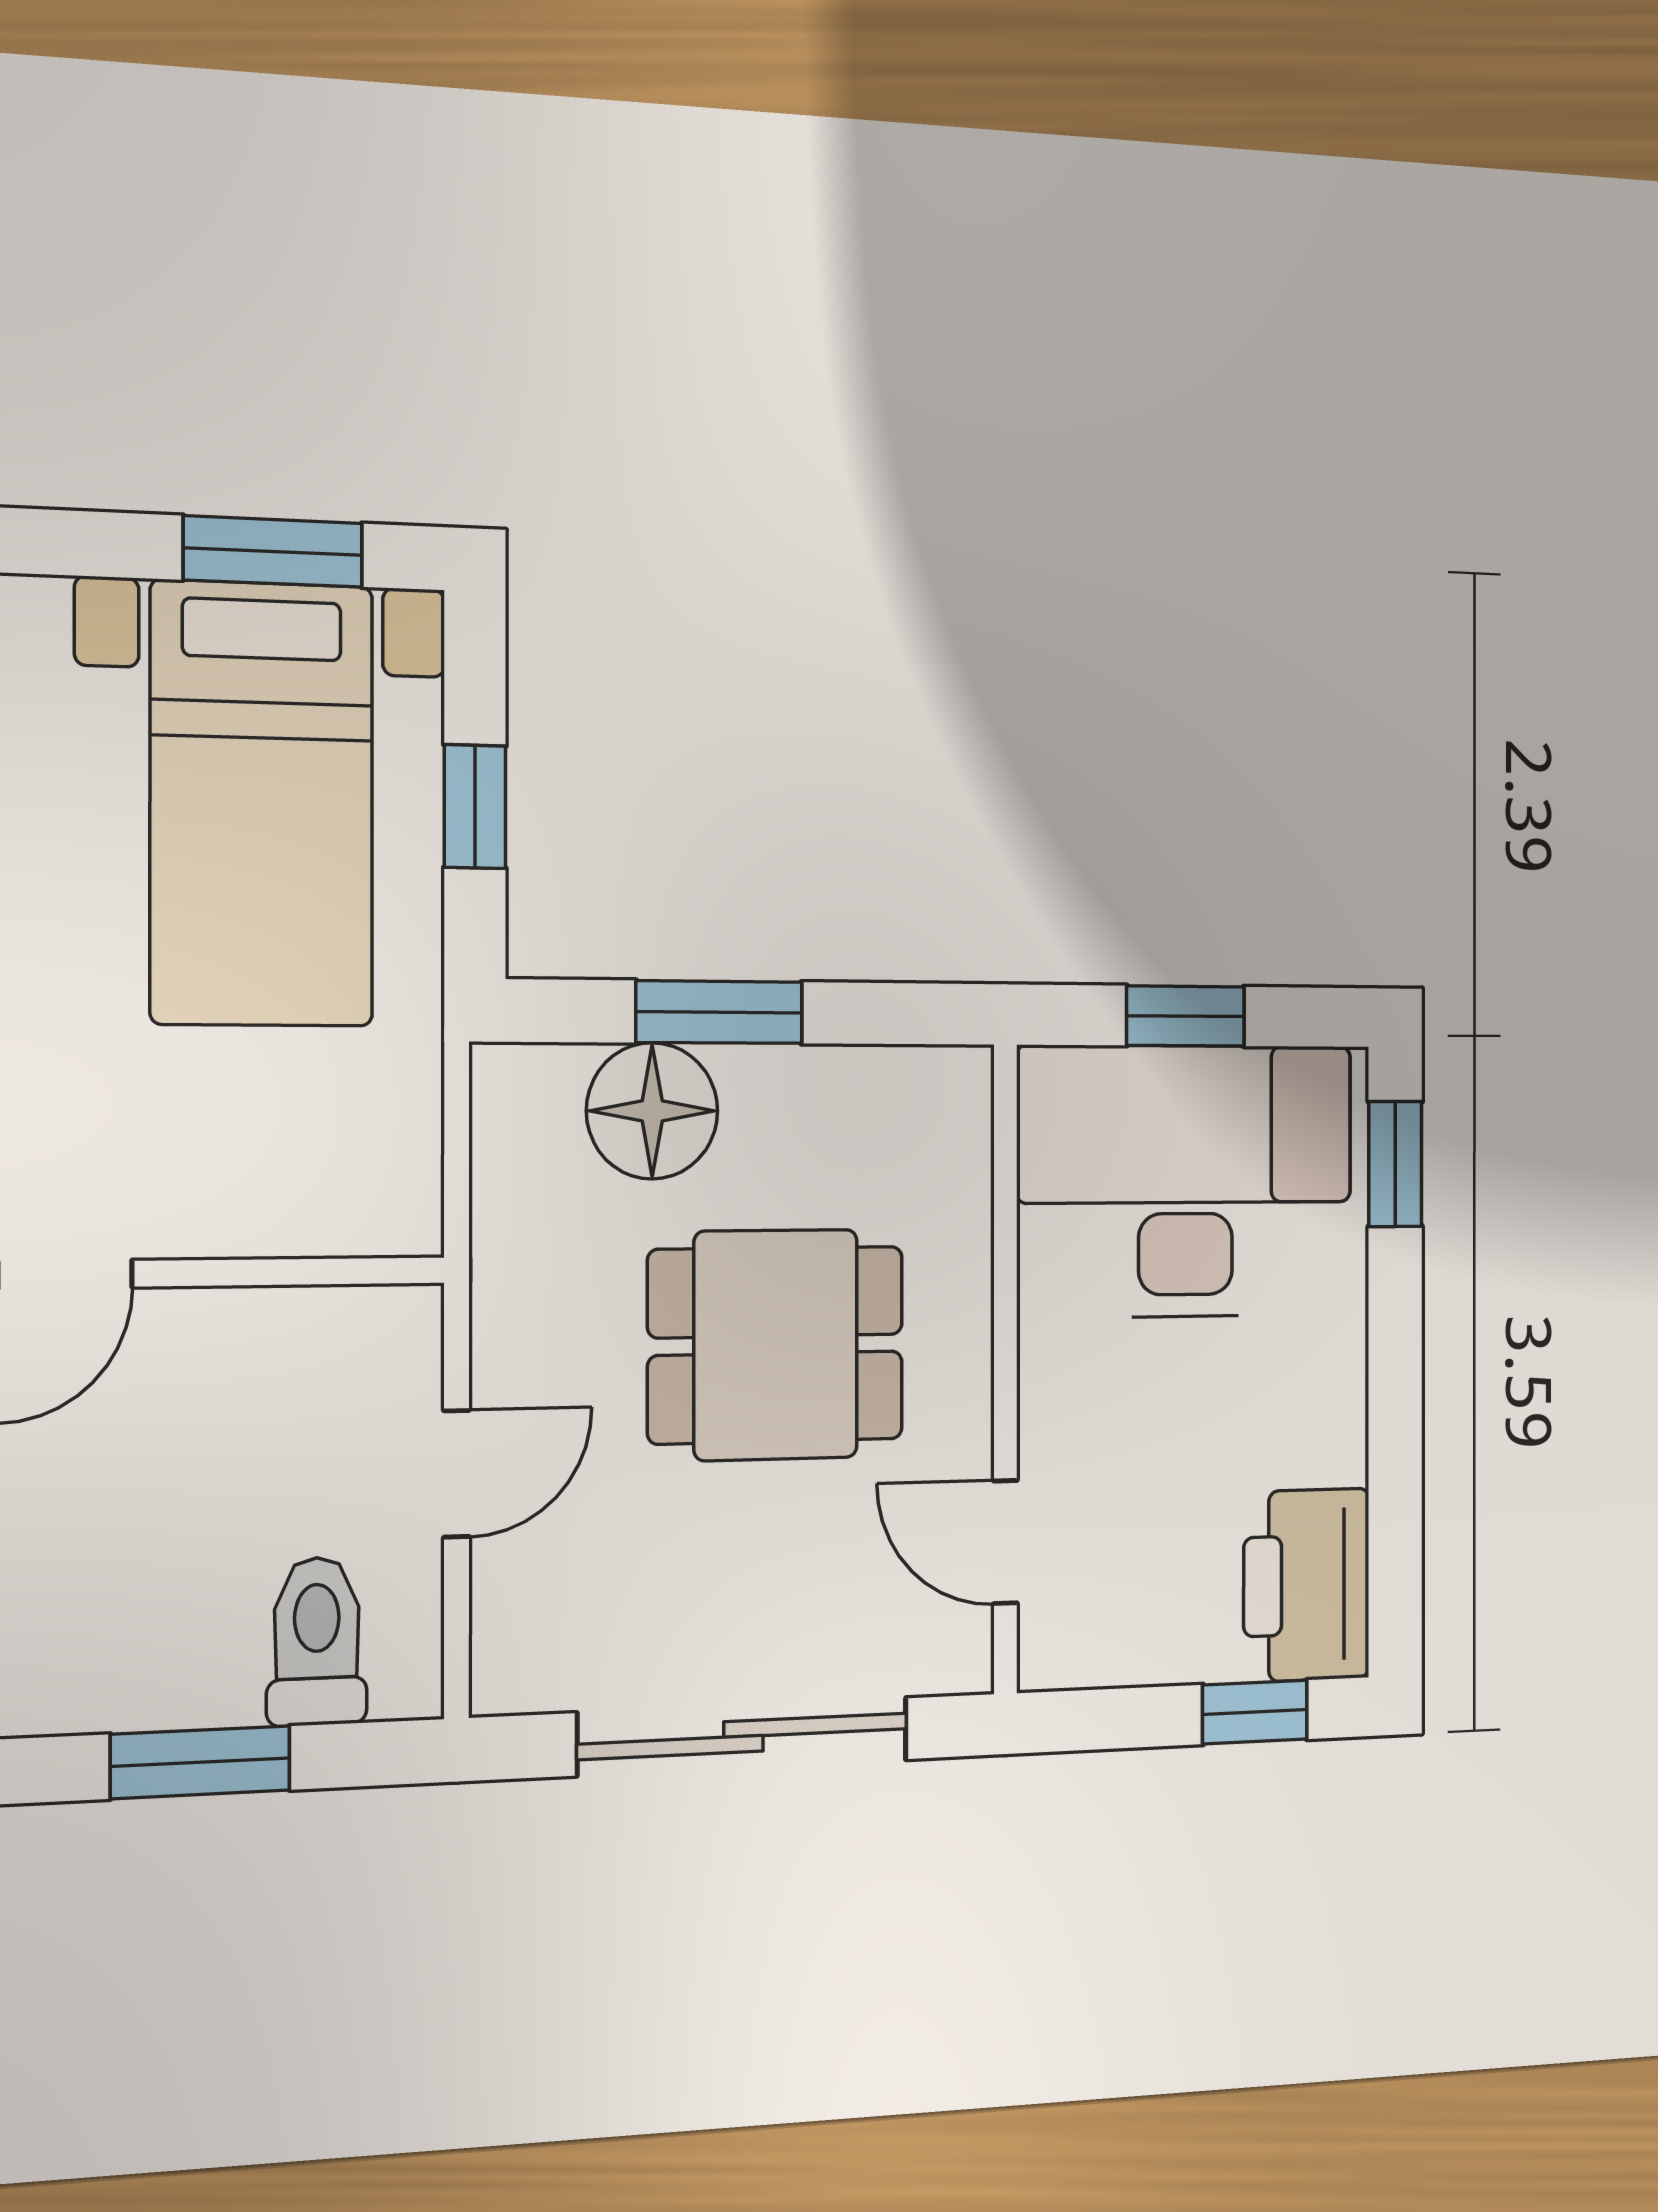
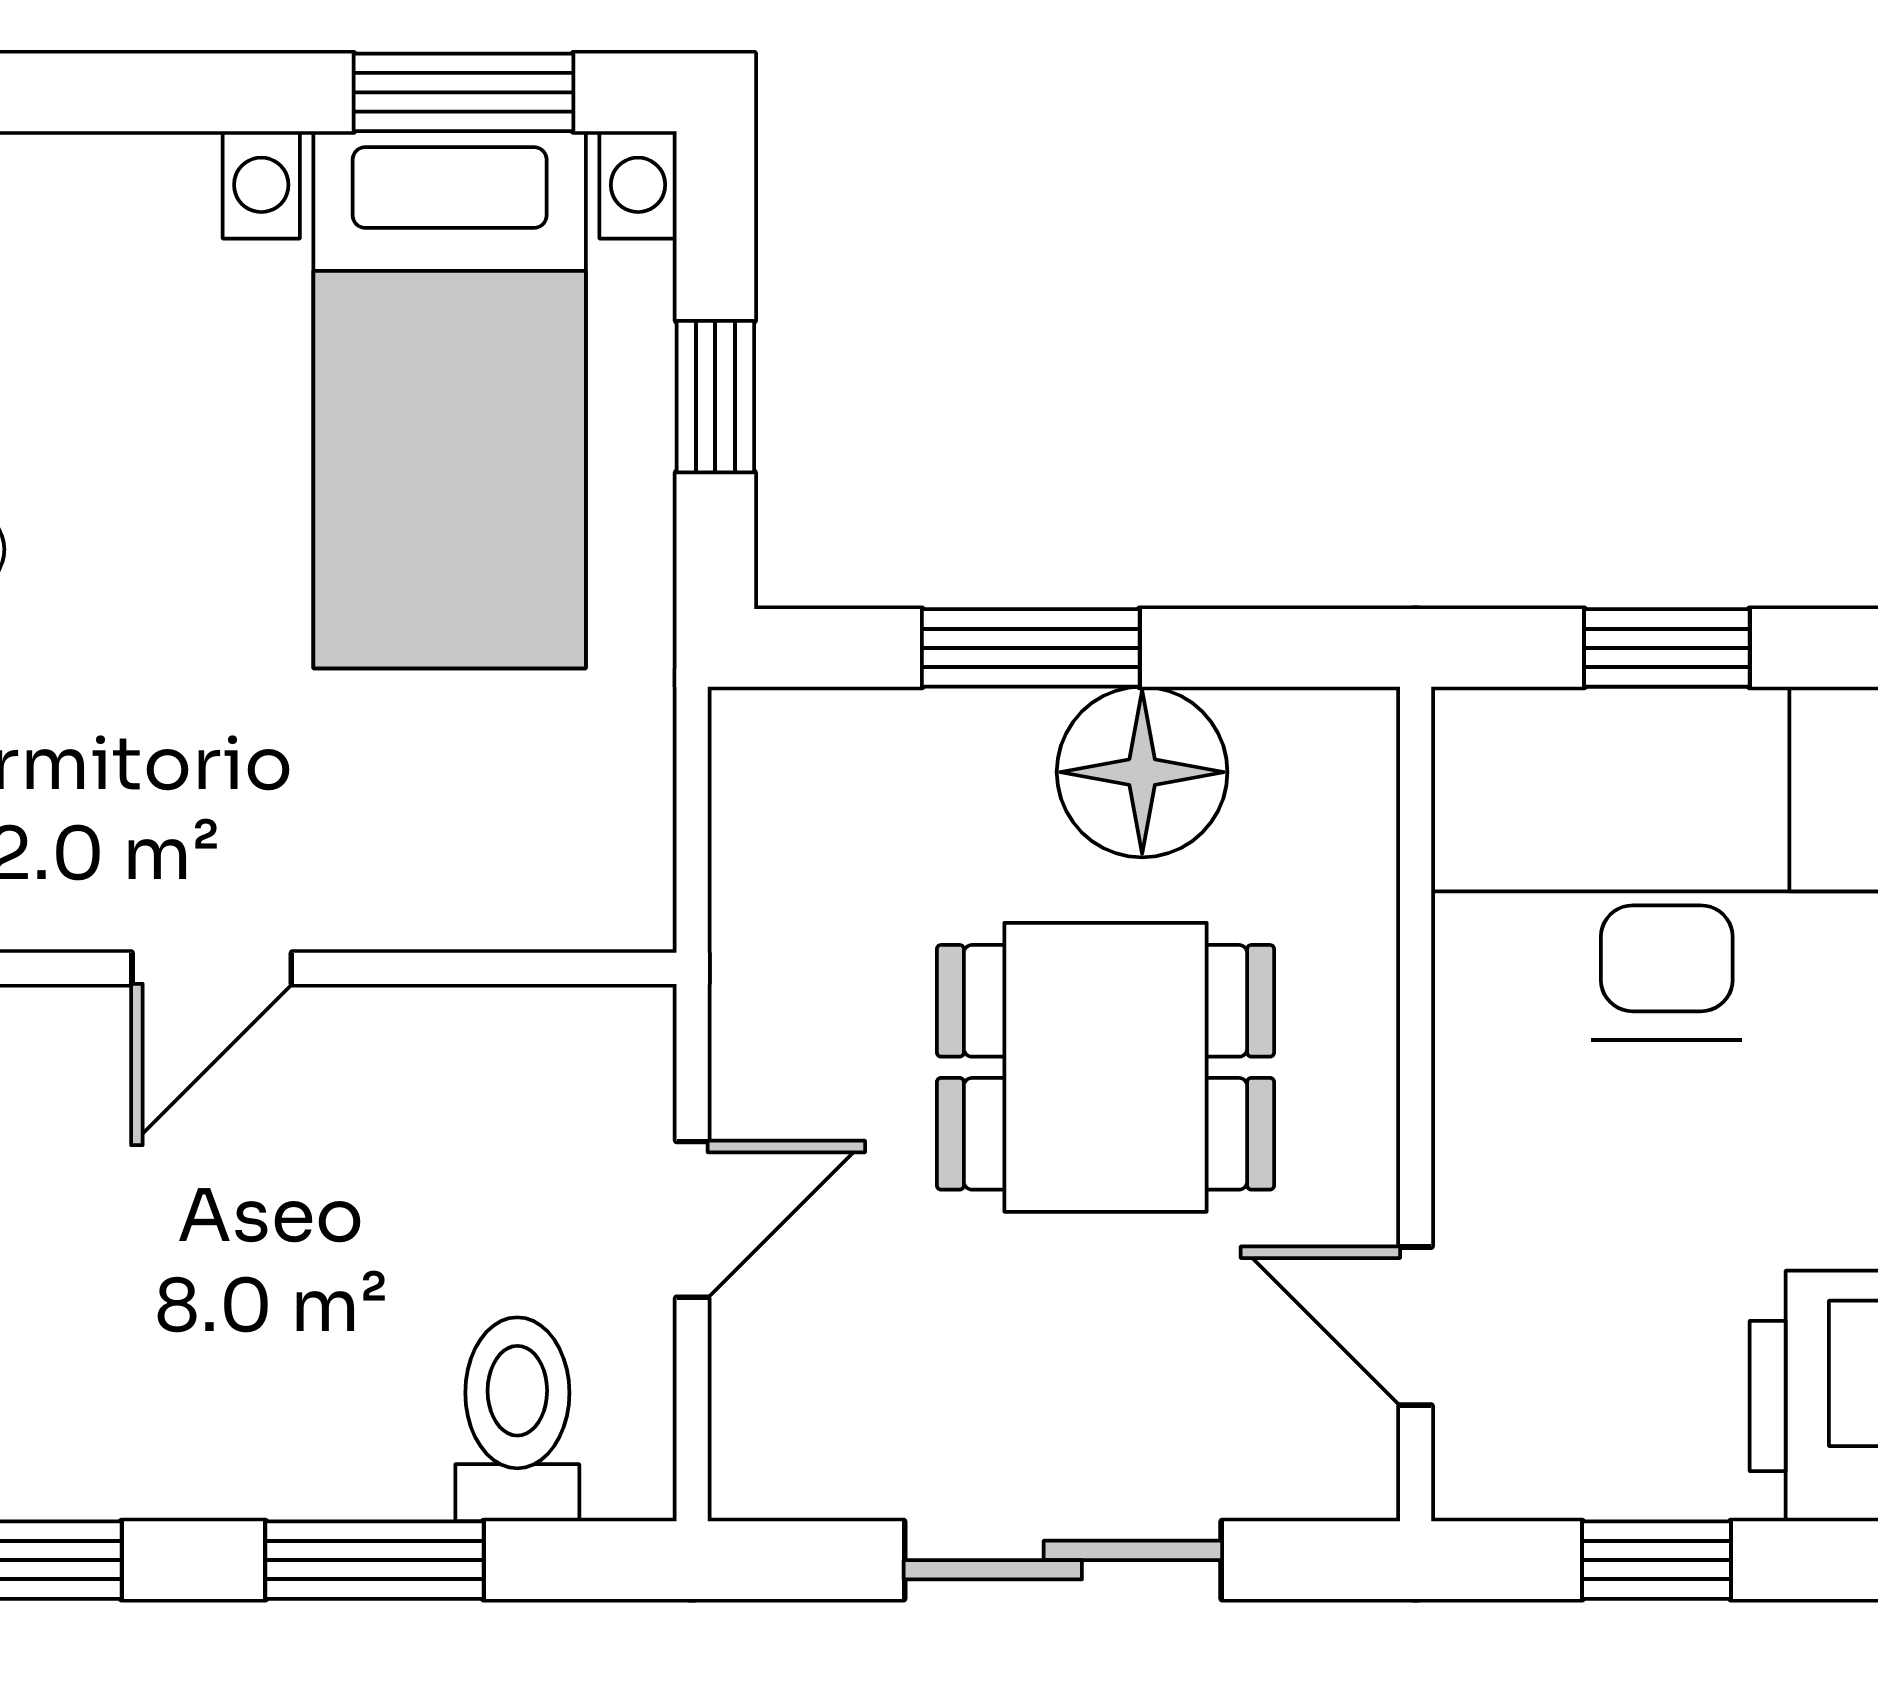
floor lamp: (652, 1111) -> (1142, 772), moved
window: (1255, 1712) -> (1657, 1560), moved
sliding door: (743, 1736) -> (1063, 1560), width x0.73

